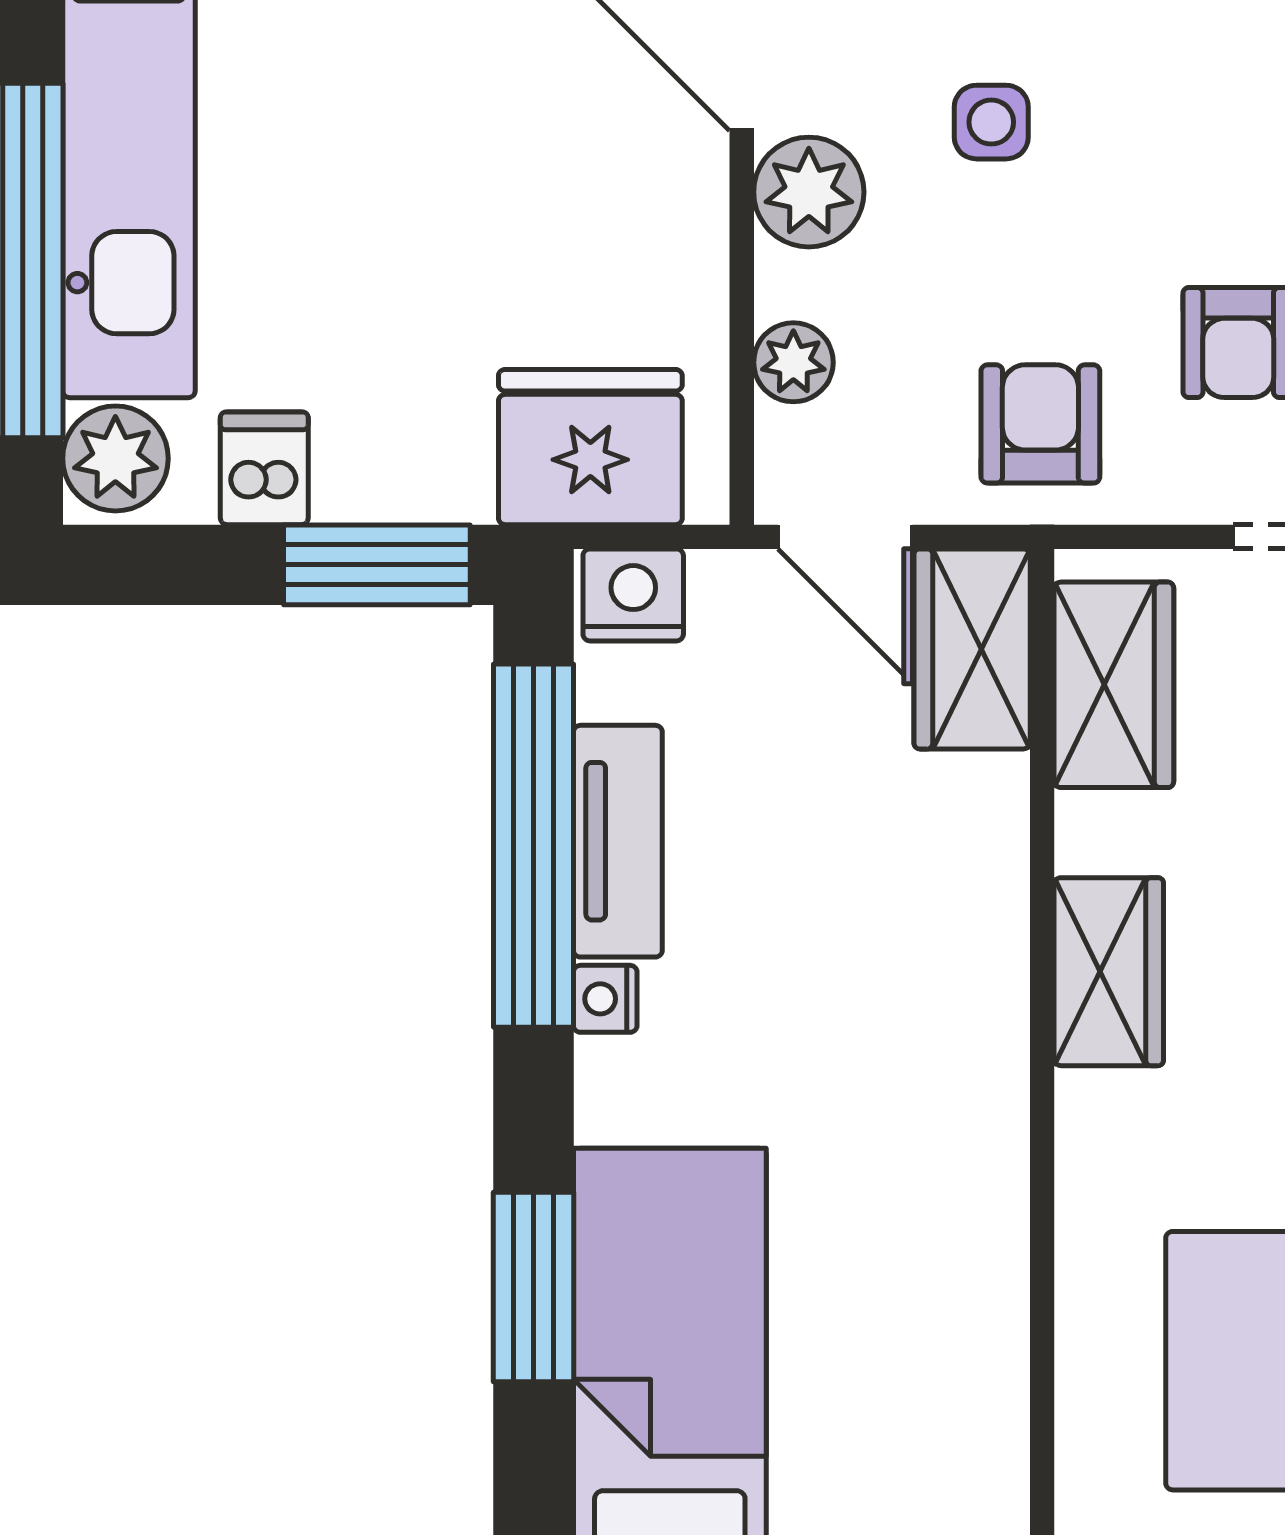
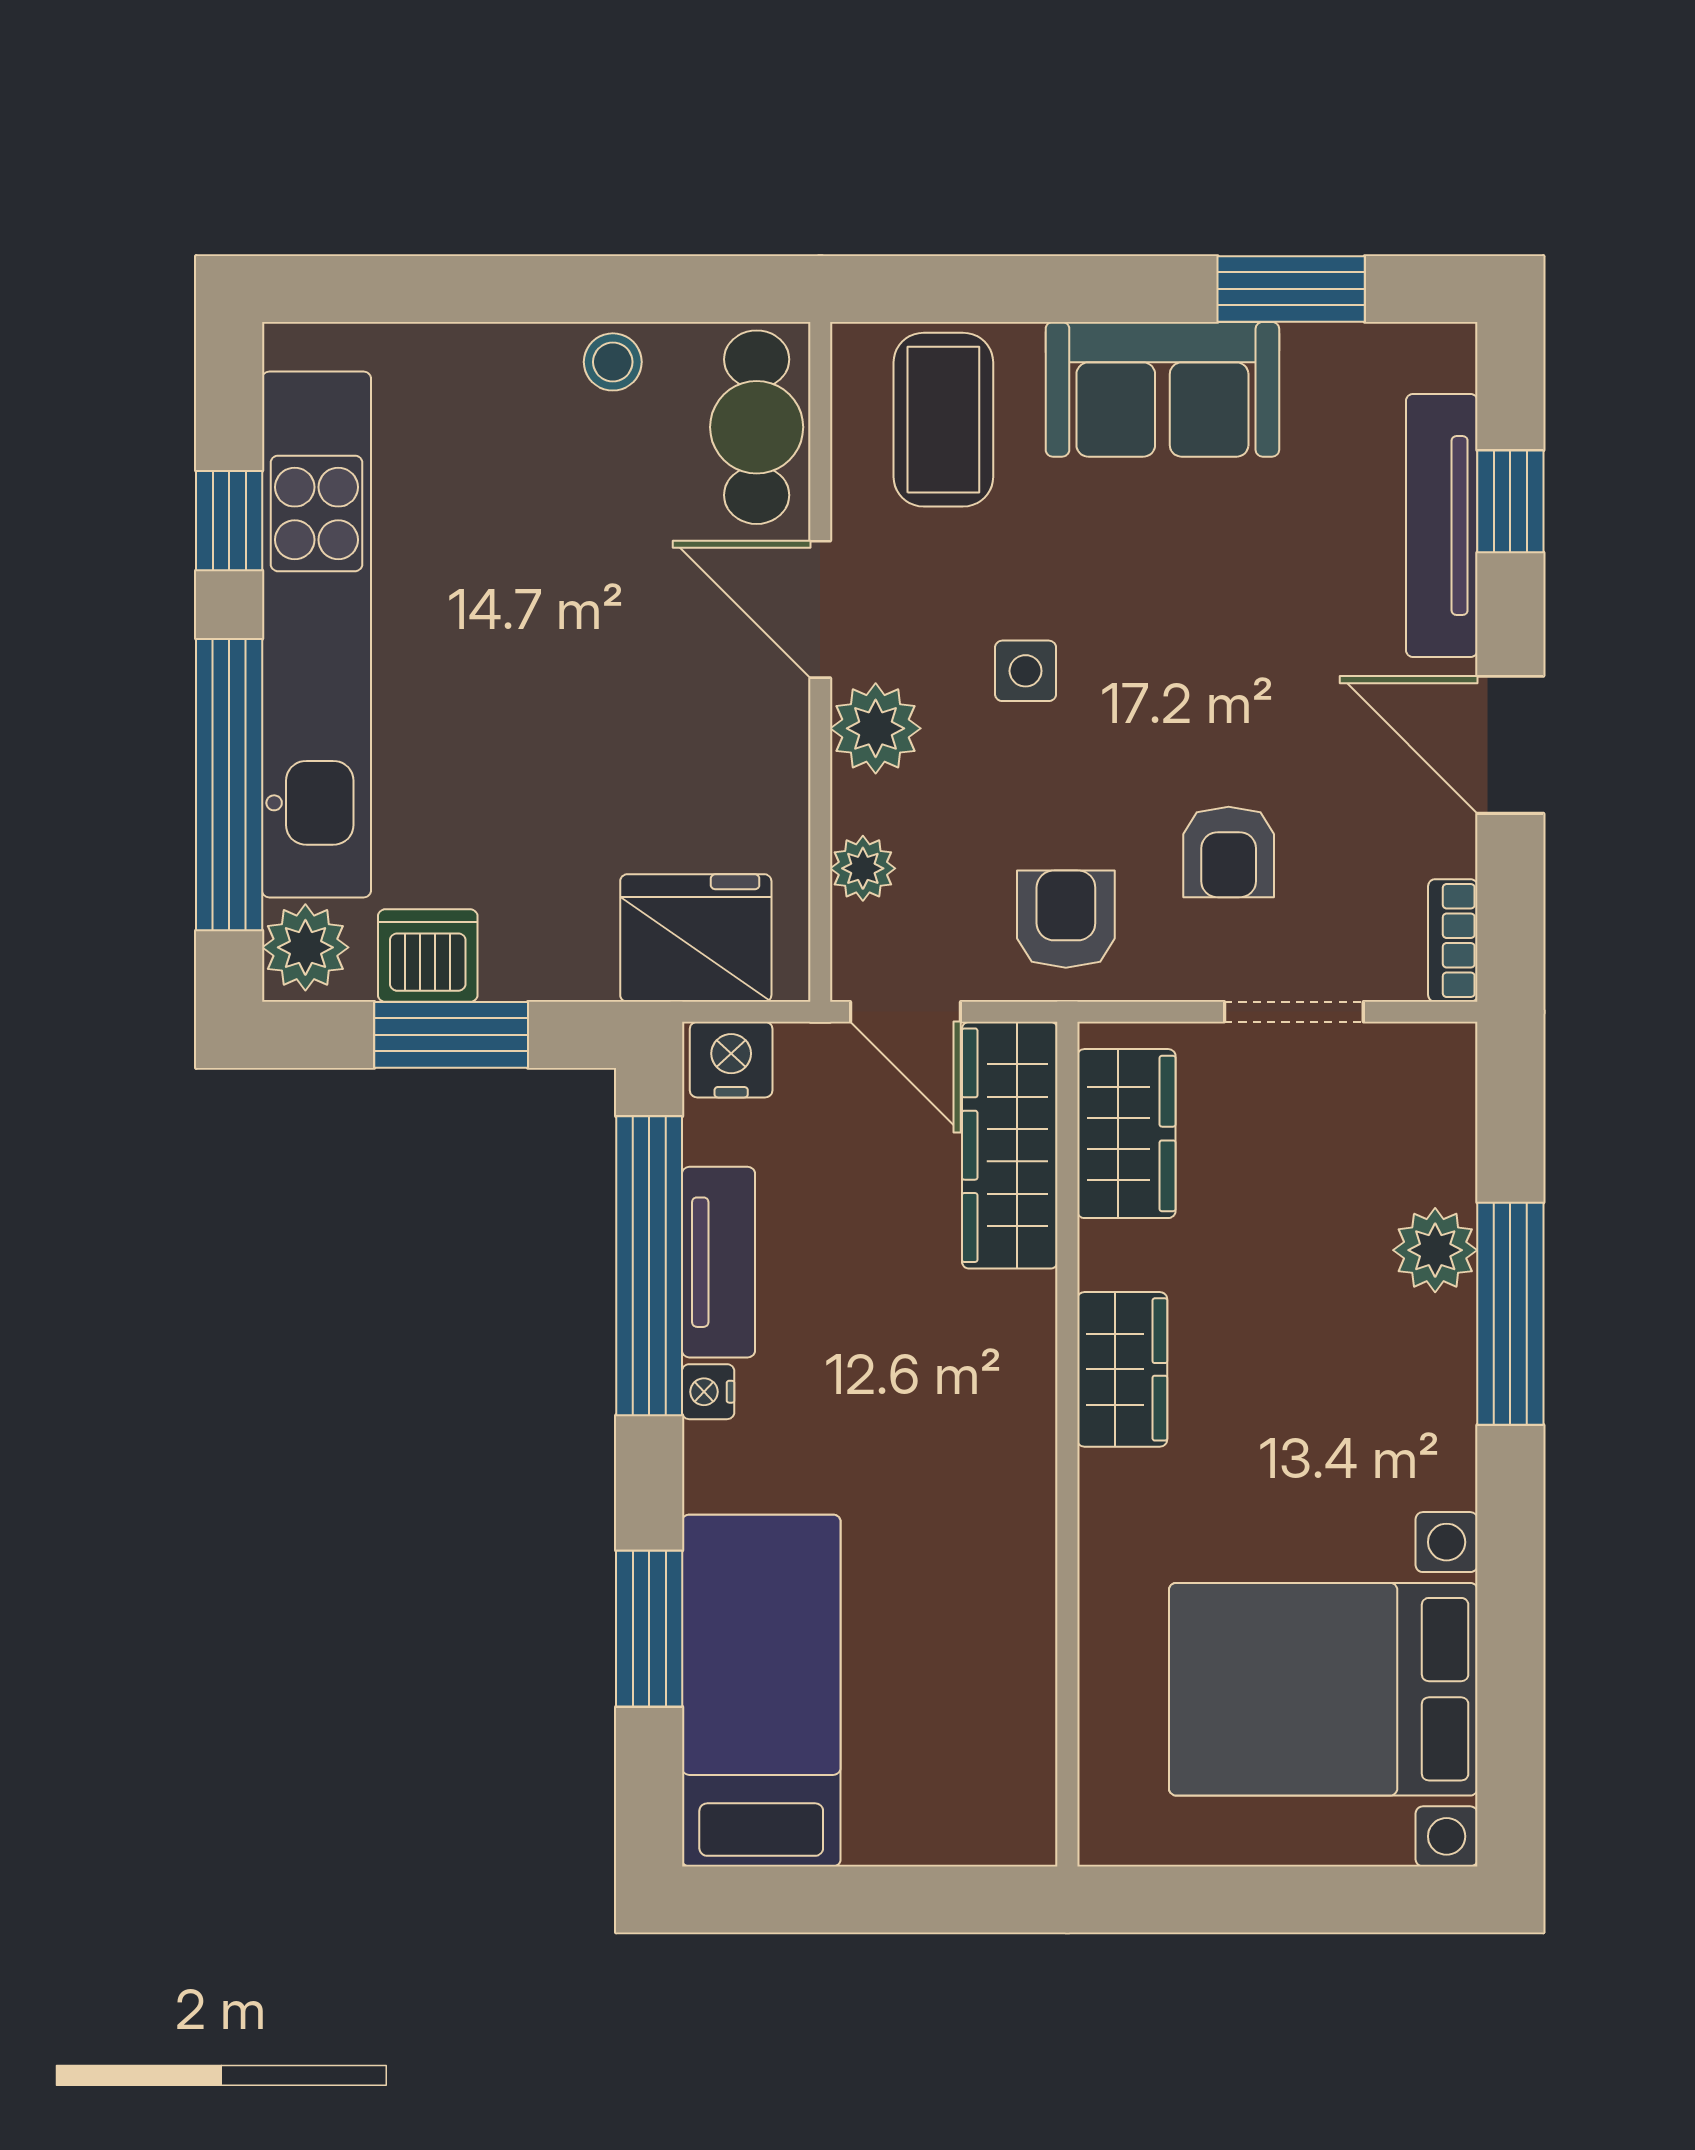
dishwasher: (264, 468) -> (428, 956), width x1.38
window: (377, 565) -> (451, 1035), moved
wardrobe: (972, 649) -> (1010, 1145), width x1.50

